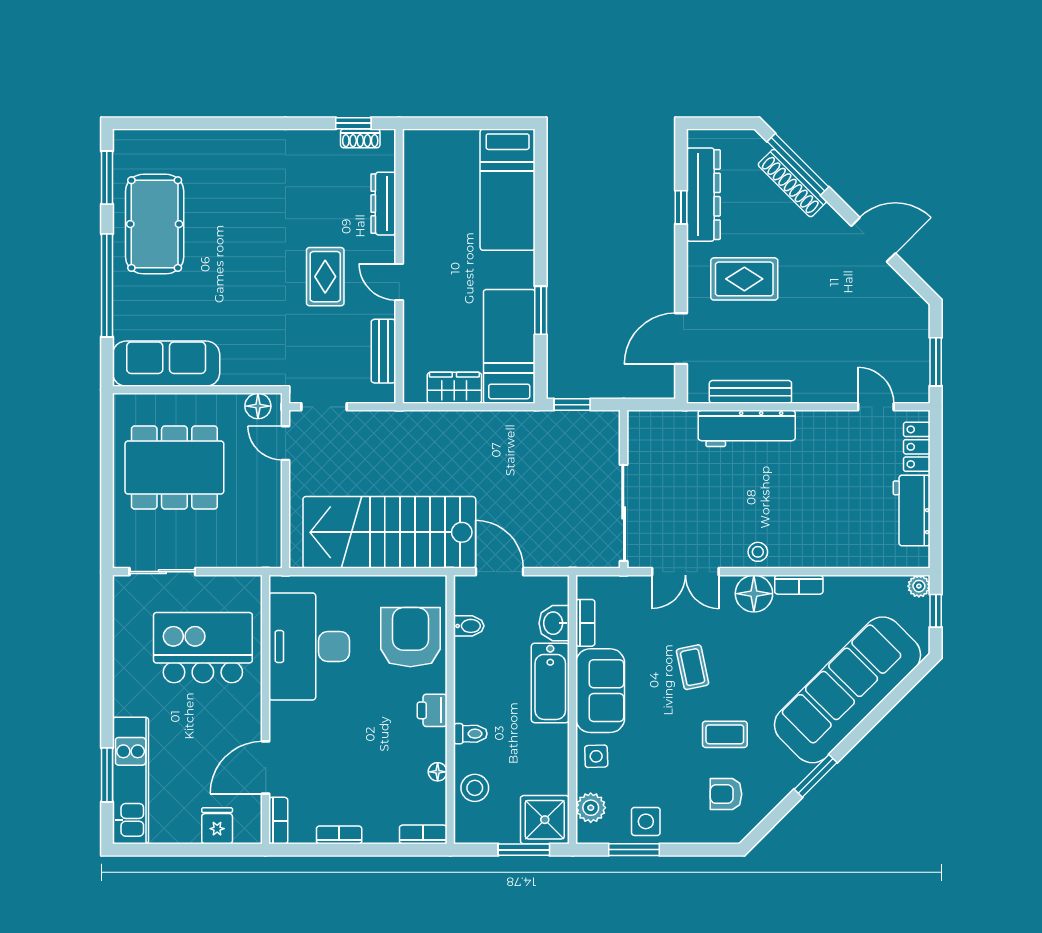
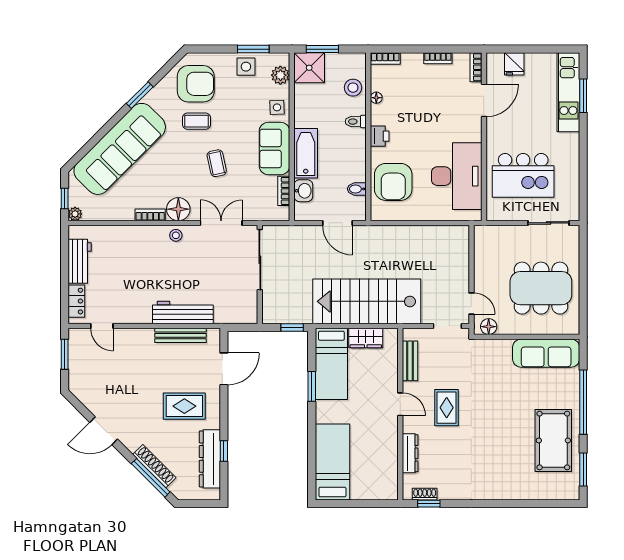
stairs: (389, 532) -> (367, 301), moved, turned 180
armchair: (726, 794) -> (196, 84), width x1.88, depth x1.88

